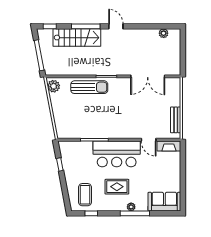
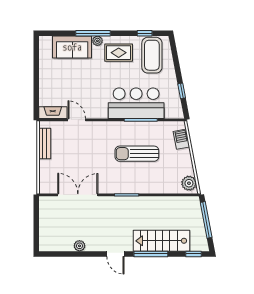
plant: (164, 33) -> (79, 246), moved
sun lounger: (89, 87) -> (137, 154), moved
barbecue: (60, 124) -> (181, 139), added
bar counter: (117, 154) -> (136, 103), moved
rug: (117, 187) -> (119, 53), moved
coffee table: (85, 195) -> (152, 55), width x1.36, depth x1.32
sofa: (164, 202) -> (72, 47), moved

